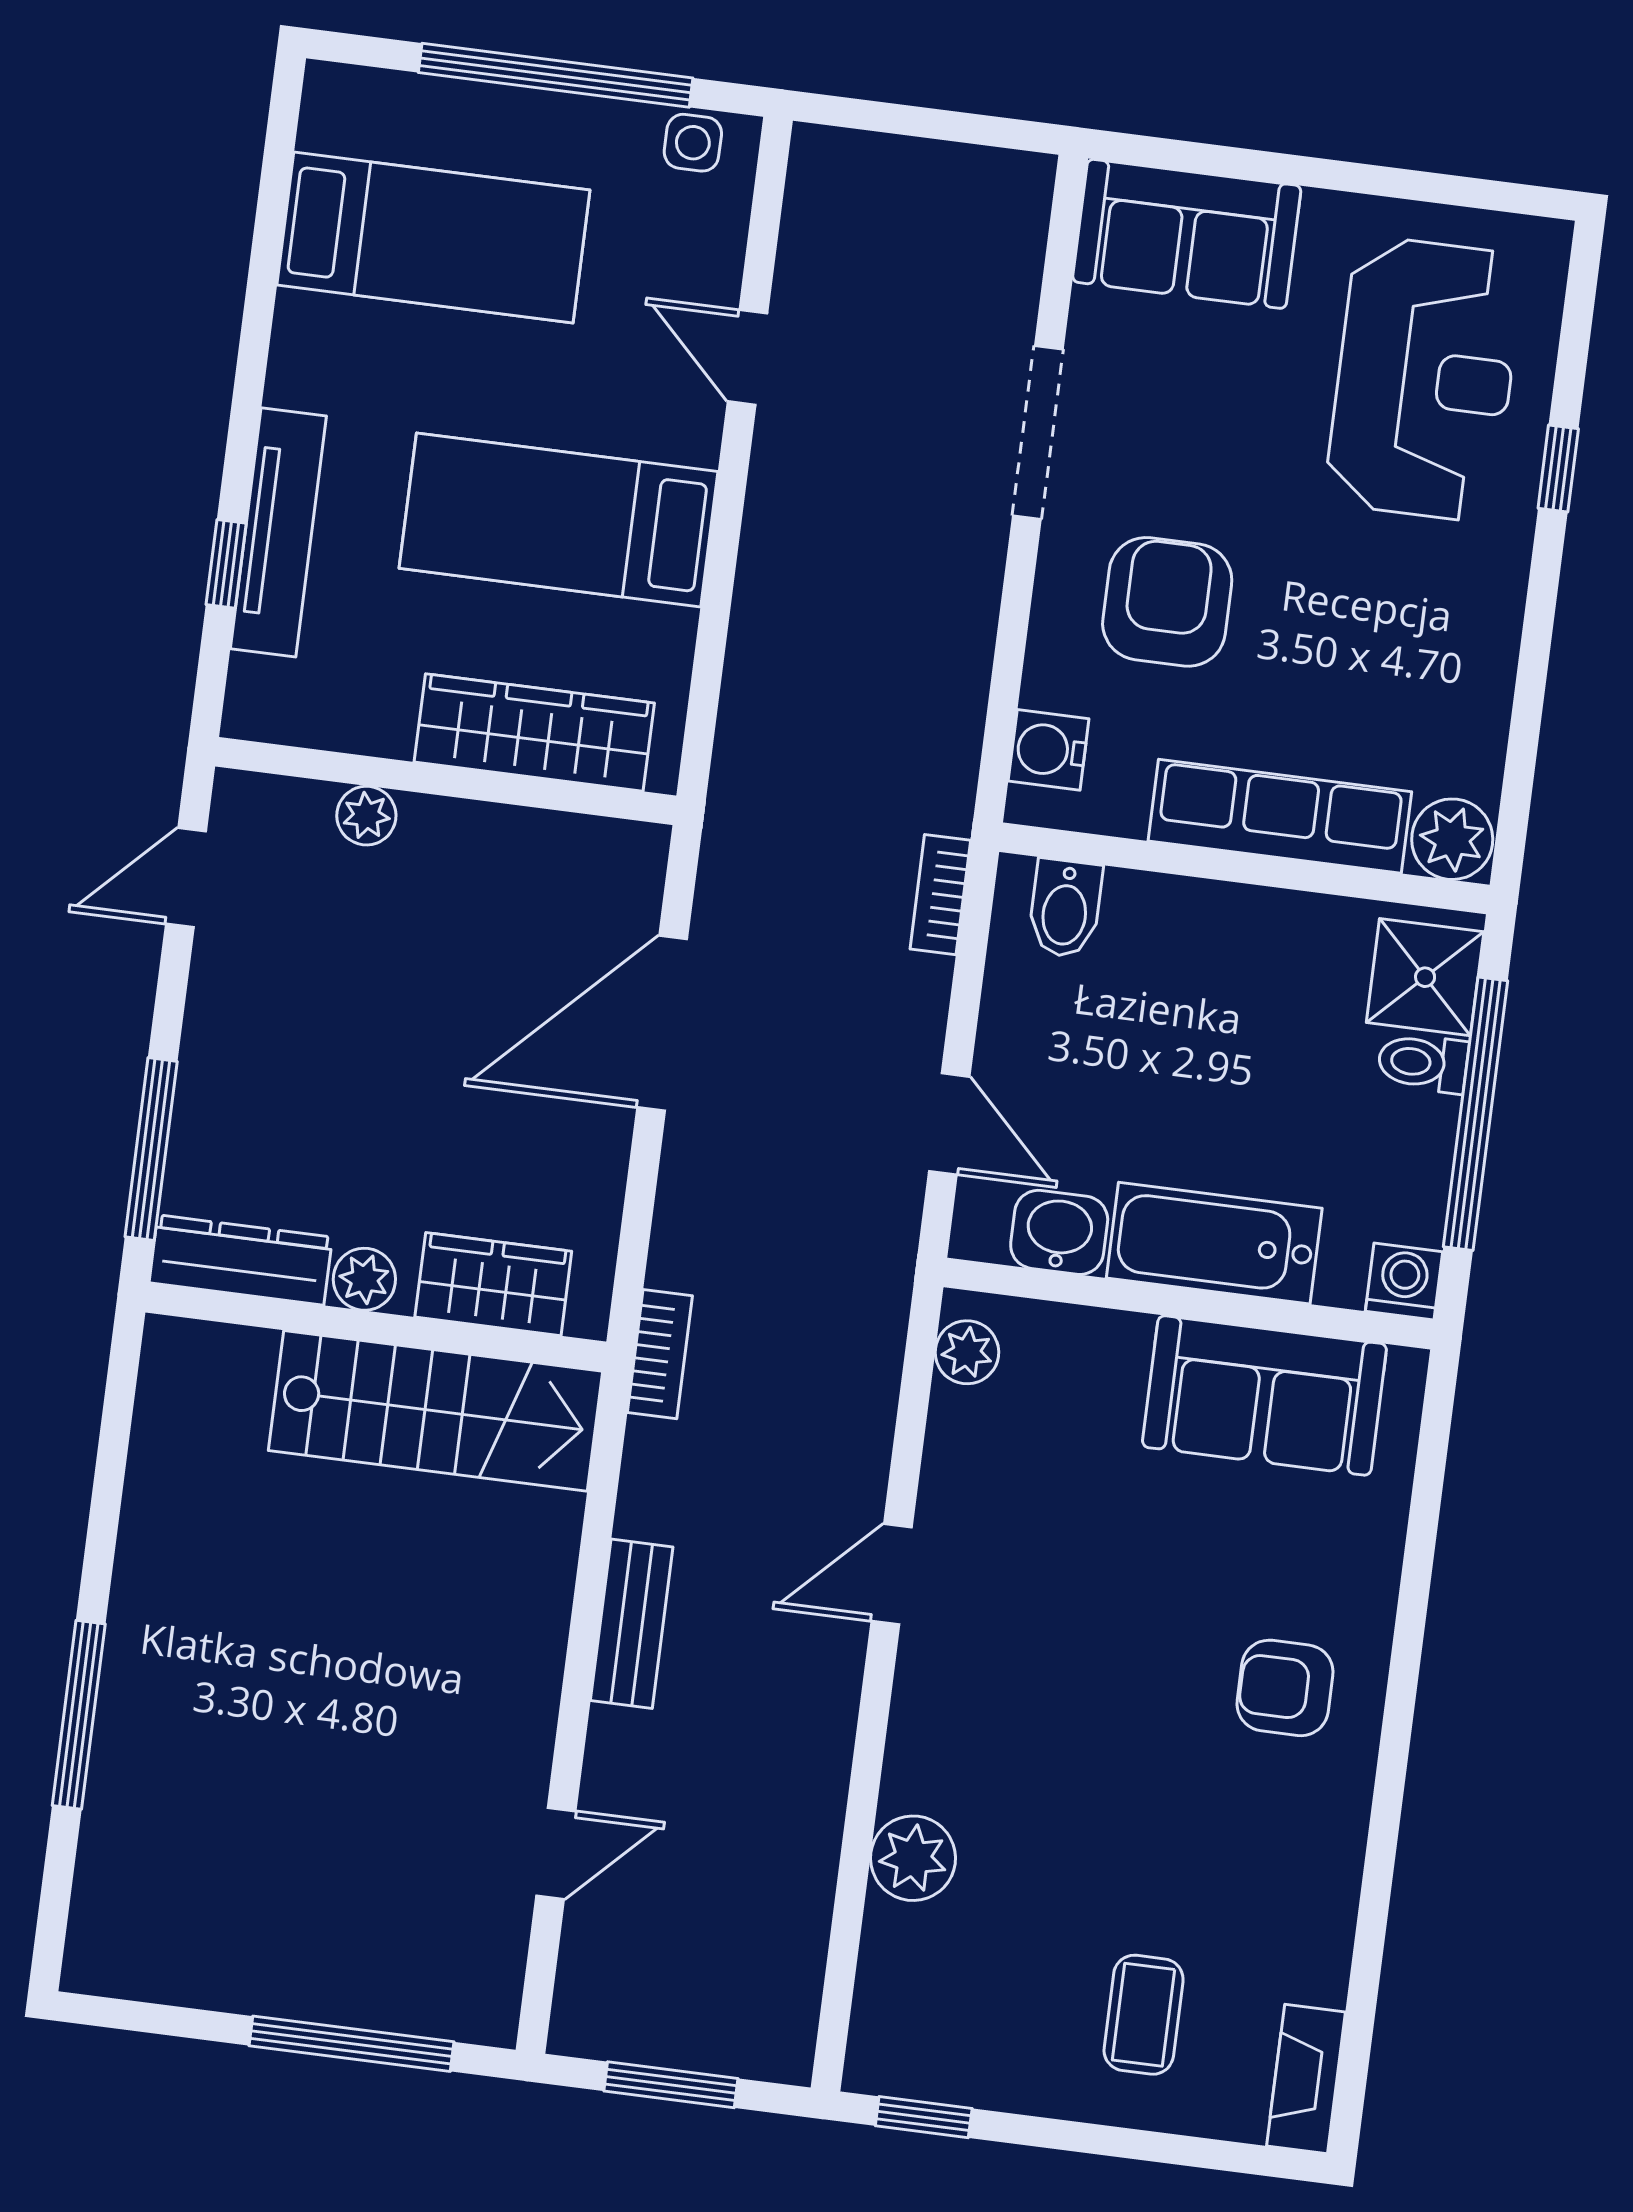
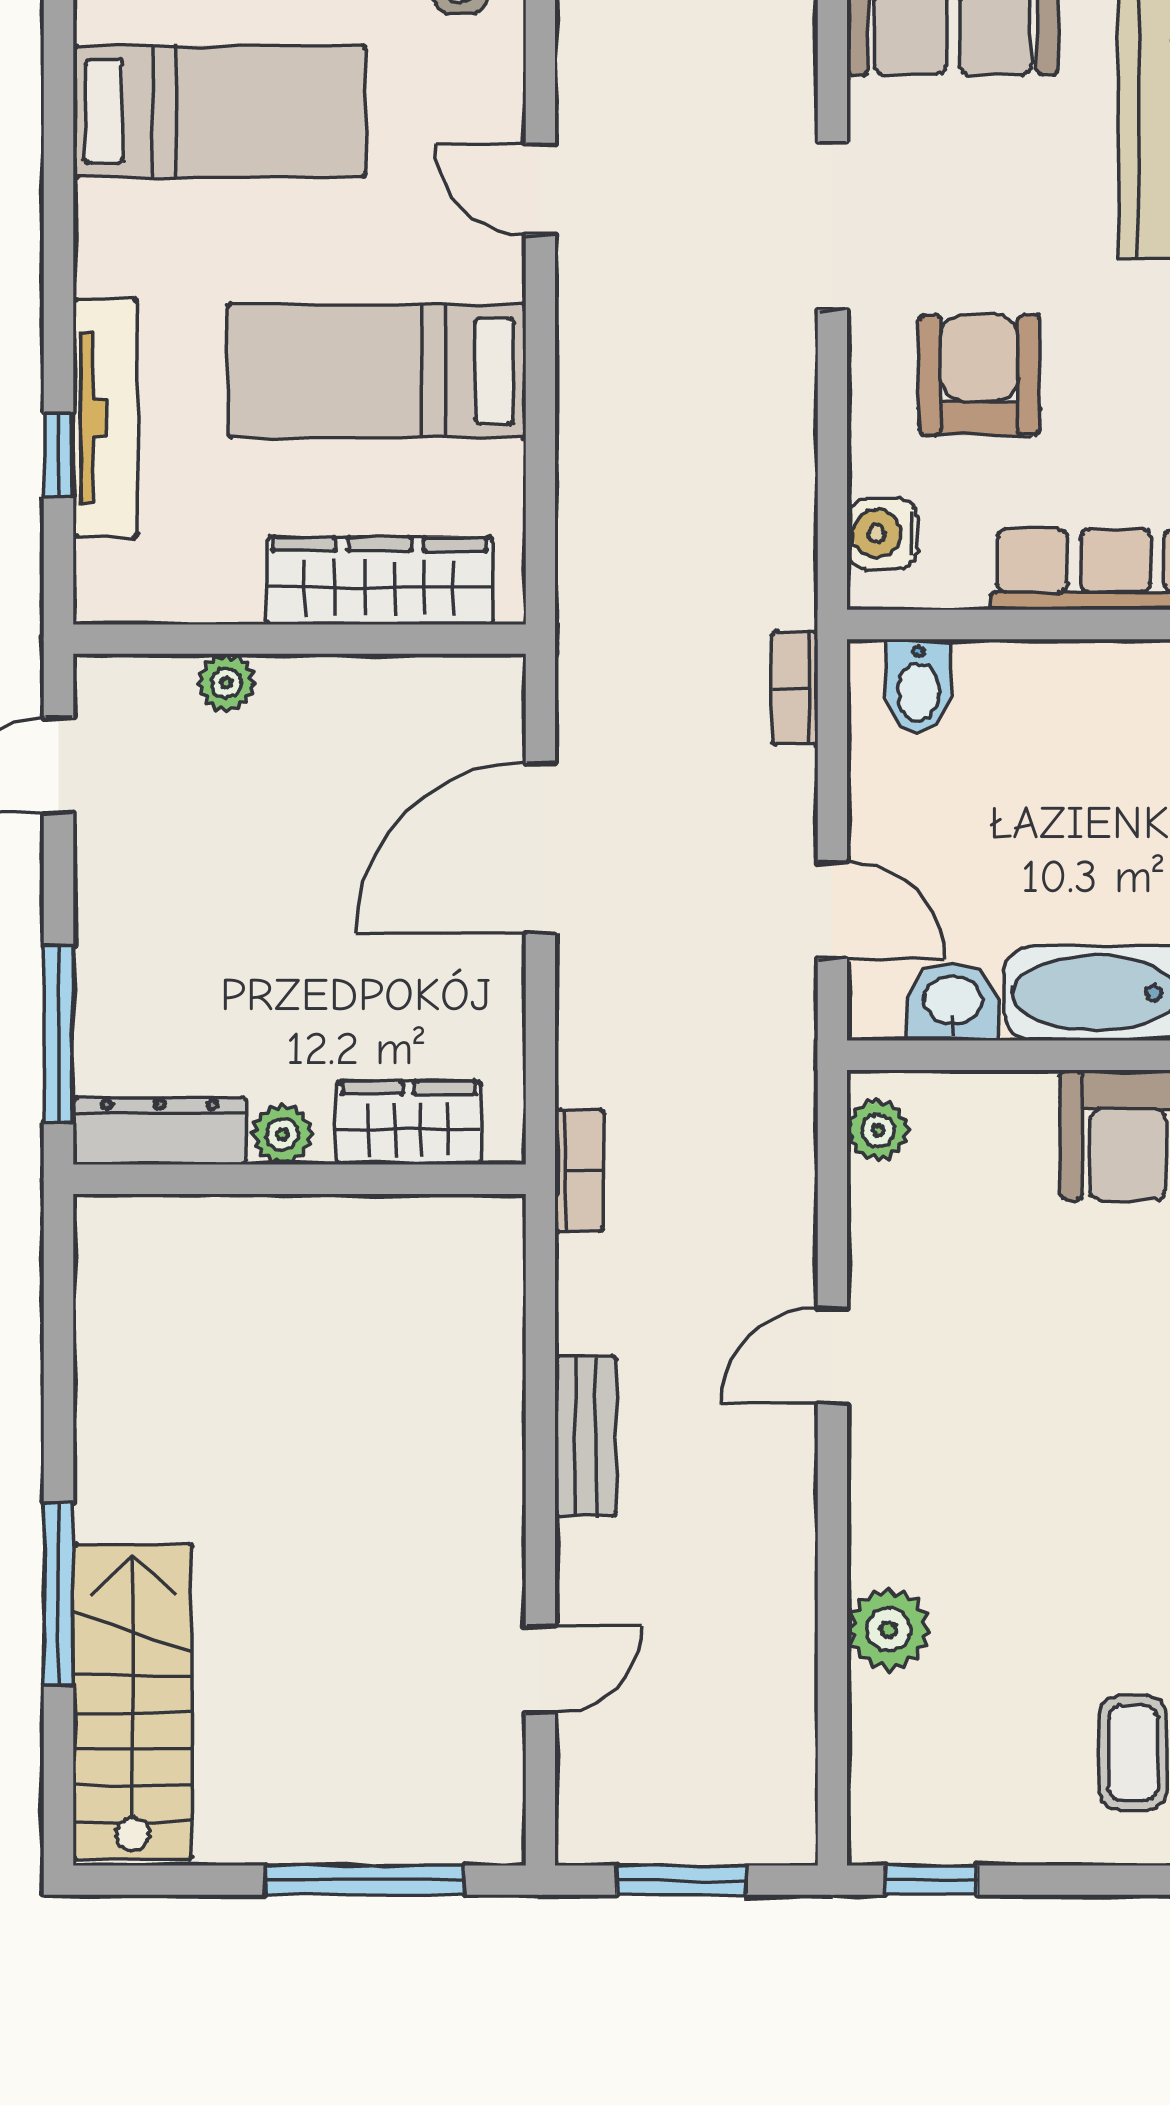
stairs: (436, 1411) -> (133, 1701), moved, turned -90

